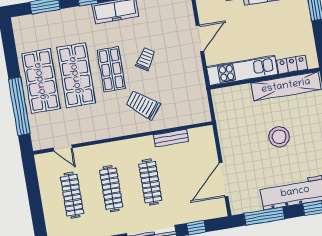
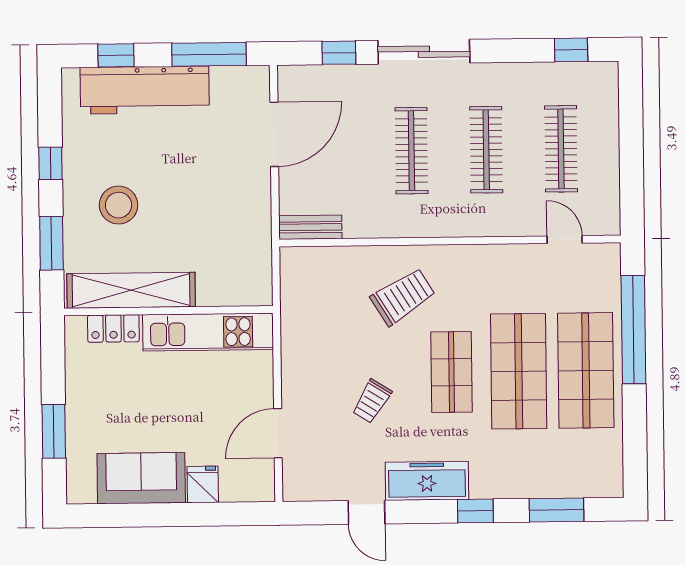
door: (200, 38) -> (278, 433), moved
trolley: (146, 59) -> (372, 401), moved
trolley: (143, 105) -> (403, 297), turned -70
stool: (279, 137) -> (119, 205), moved
bench: (171, 138) -> (310, 227), moved

